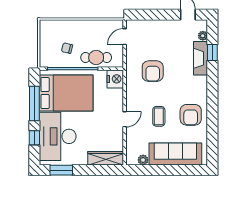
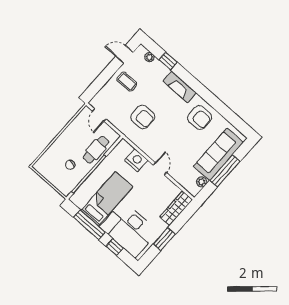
fireplace: (201, 58) -> (180, 87), moved
nightstand: (115, 79) -> (136, 160), moved
bed: (66, 93) -> (107, 199), width x0.67
coffee table: (159, 116) -> (127, 82), moved
window: (61, 170) -> (164, 239), moved
window: (167, 170) -> (225, 171), added

